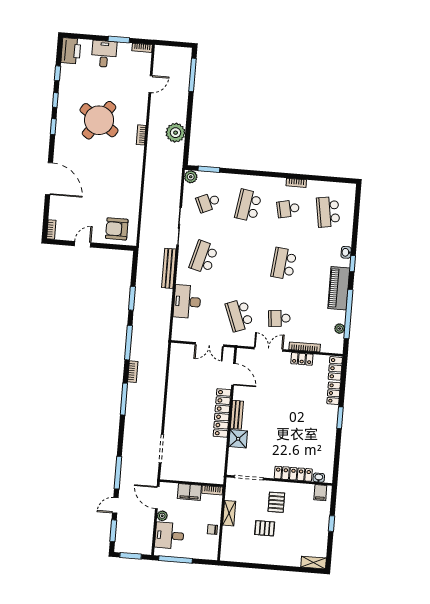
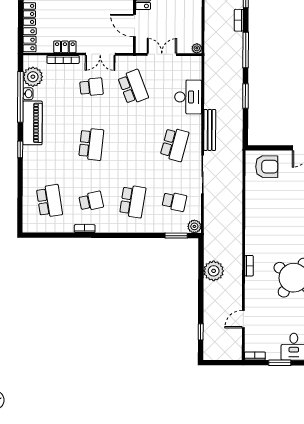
window: (192, 75) -> (201, 332), width x0.46
school desk: (208, 202) -> (174, 201), turned 36
washbasin: (346, 252) -> (28, 94), moved
plant: (340, 329) -> (33, 77), width x1.87, depth x1.87
plant: (175, 348) -> (197, 48), added

